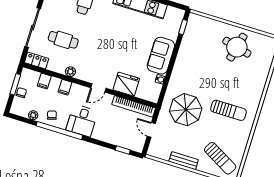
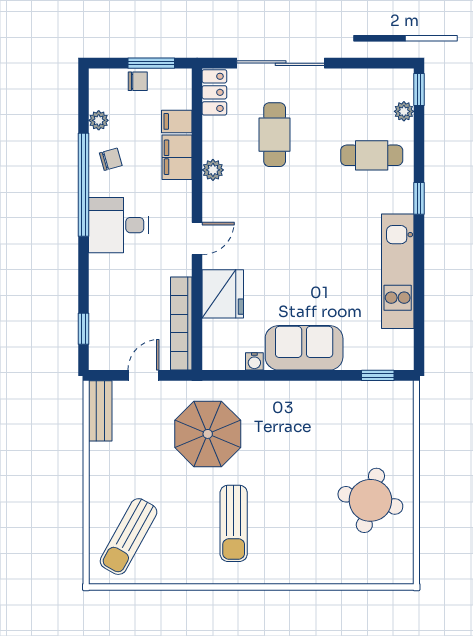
filing cabinet: (65, 87) -> (177, 157), width x2.00
door: (98, 88) -> (197, 239), swing flipped
bench: (184, 161) -> (100, 411), moved

